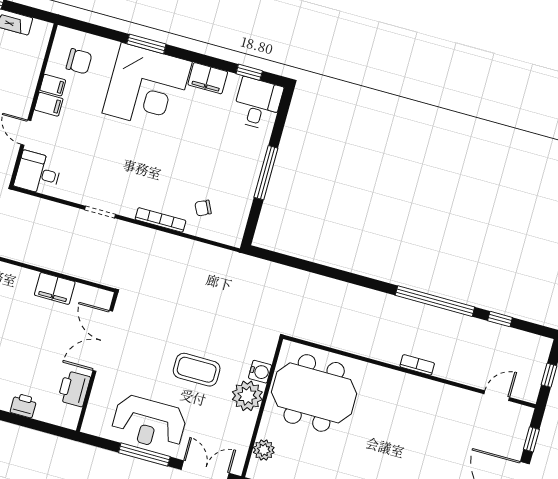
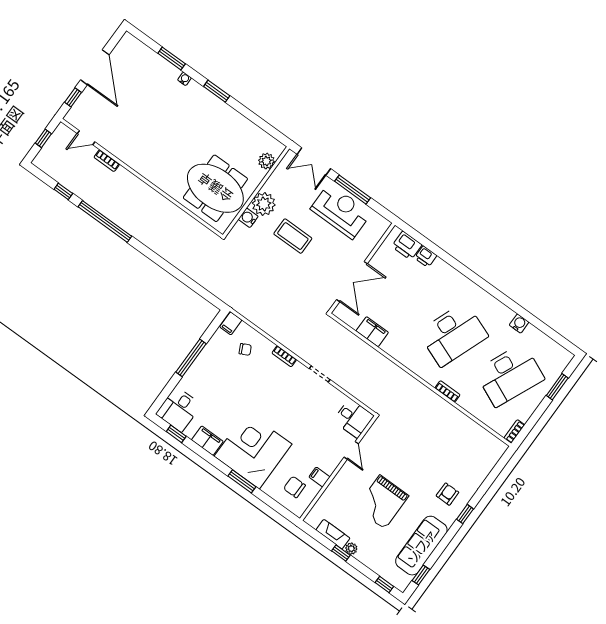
filing cabinet: (49, 104) -> (231, 323), moved, turned -90
bookcase: (160, 220) -> (284, 356), width x0.64
bookcase: (417, 365) -> (107, 161), moved
printer: (74, 389) -> (407, 246), moved, turned 90

